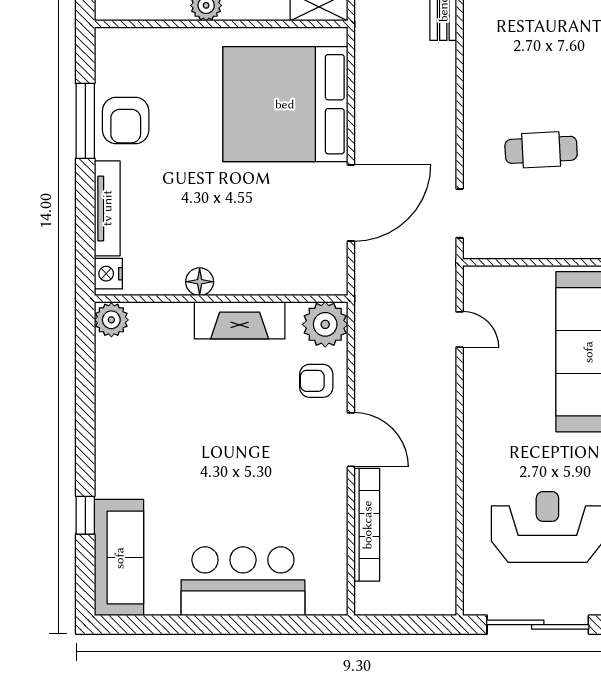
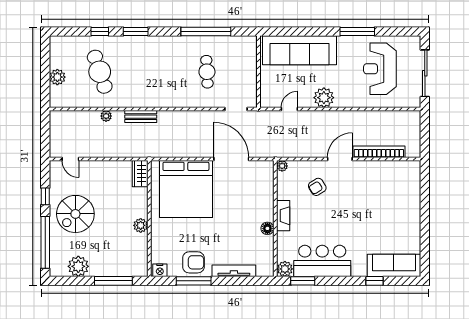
nightstand: (108, 274) -> (160, 270), moved
fireplace: (240, 320) -> (283, 216), width x0.73, depth x0.76
plant: (325, 324) -> (282, 166), width x0.53, depth x0.53
window: (85, 359) -> (303, 281), added
armchair: (316, 381) -> (317, 187), moved, turned 58
plant: (485, 405) -> (324, 98), added
bar counter: (243, 581) -> (322, 261), moved, turned 90

